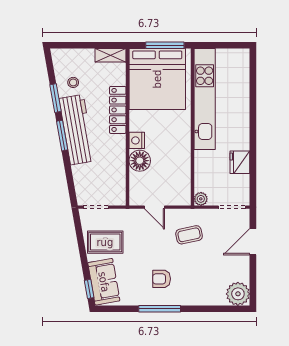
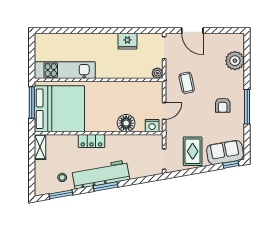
window: (55, 98) -> (61, 194), moved
kitchen unit: (205, 99) -> (65, 70), width x0.73
locker: (118, 110) -> (92, 141), width x0.66
nightstand: (137, 140) -> (152, 126), moved
plant: (238, 294) -> (235, 61), moved

